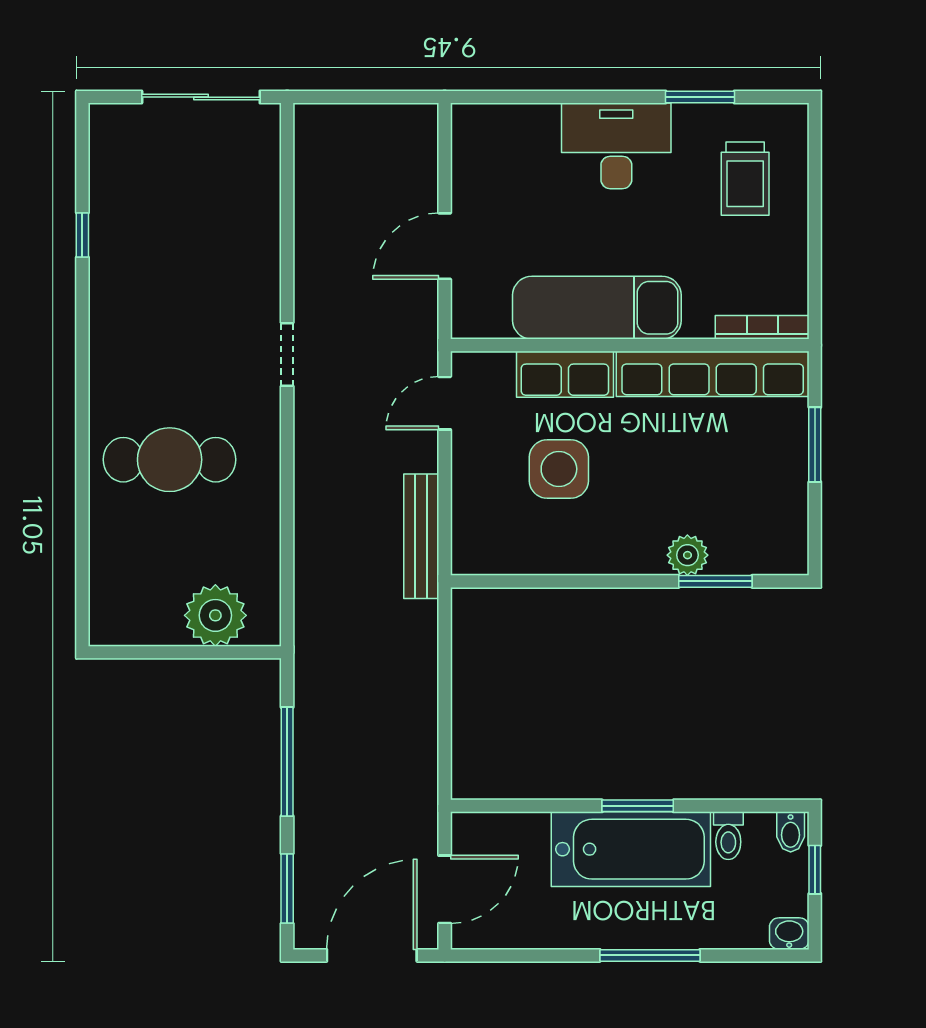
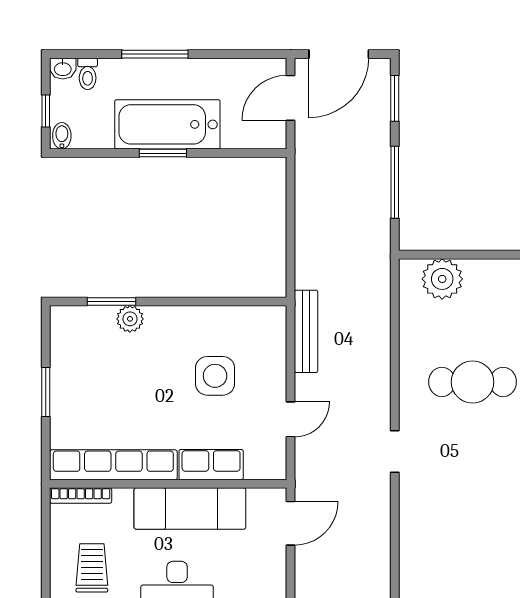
exam couch: (597, 308) -> (190, 508), moved
bookcase: (762, 327) -> (81, 496), moved
wall: (630, 345) -> (168, 484), moved
row of seats: (565, 374) -> (211, 465), moved
row of seats: (713, 374) -> (113, 465), moved
toilet: (728, 836) -> (88, 74), moved, turned 180

